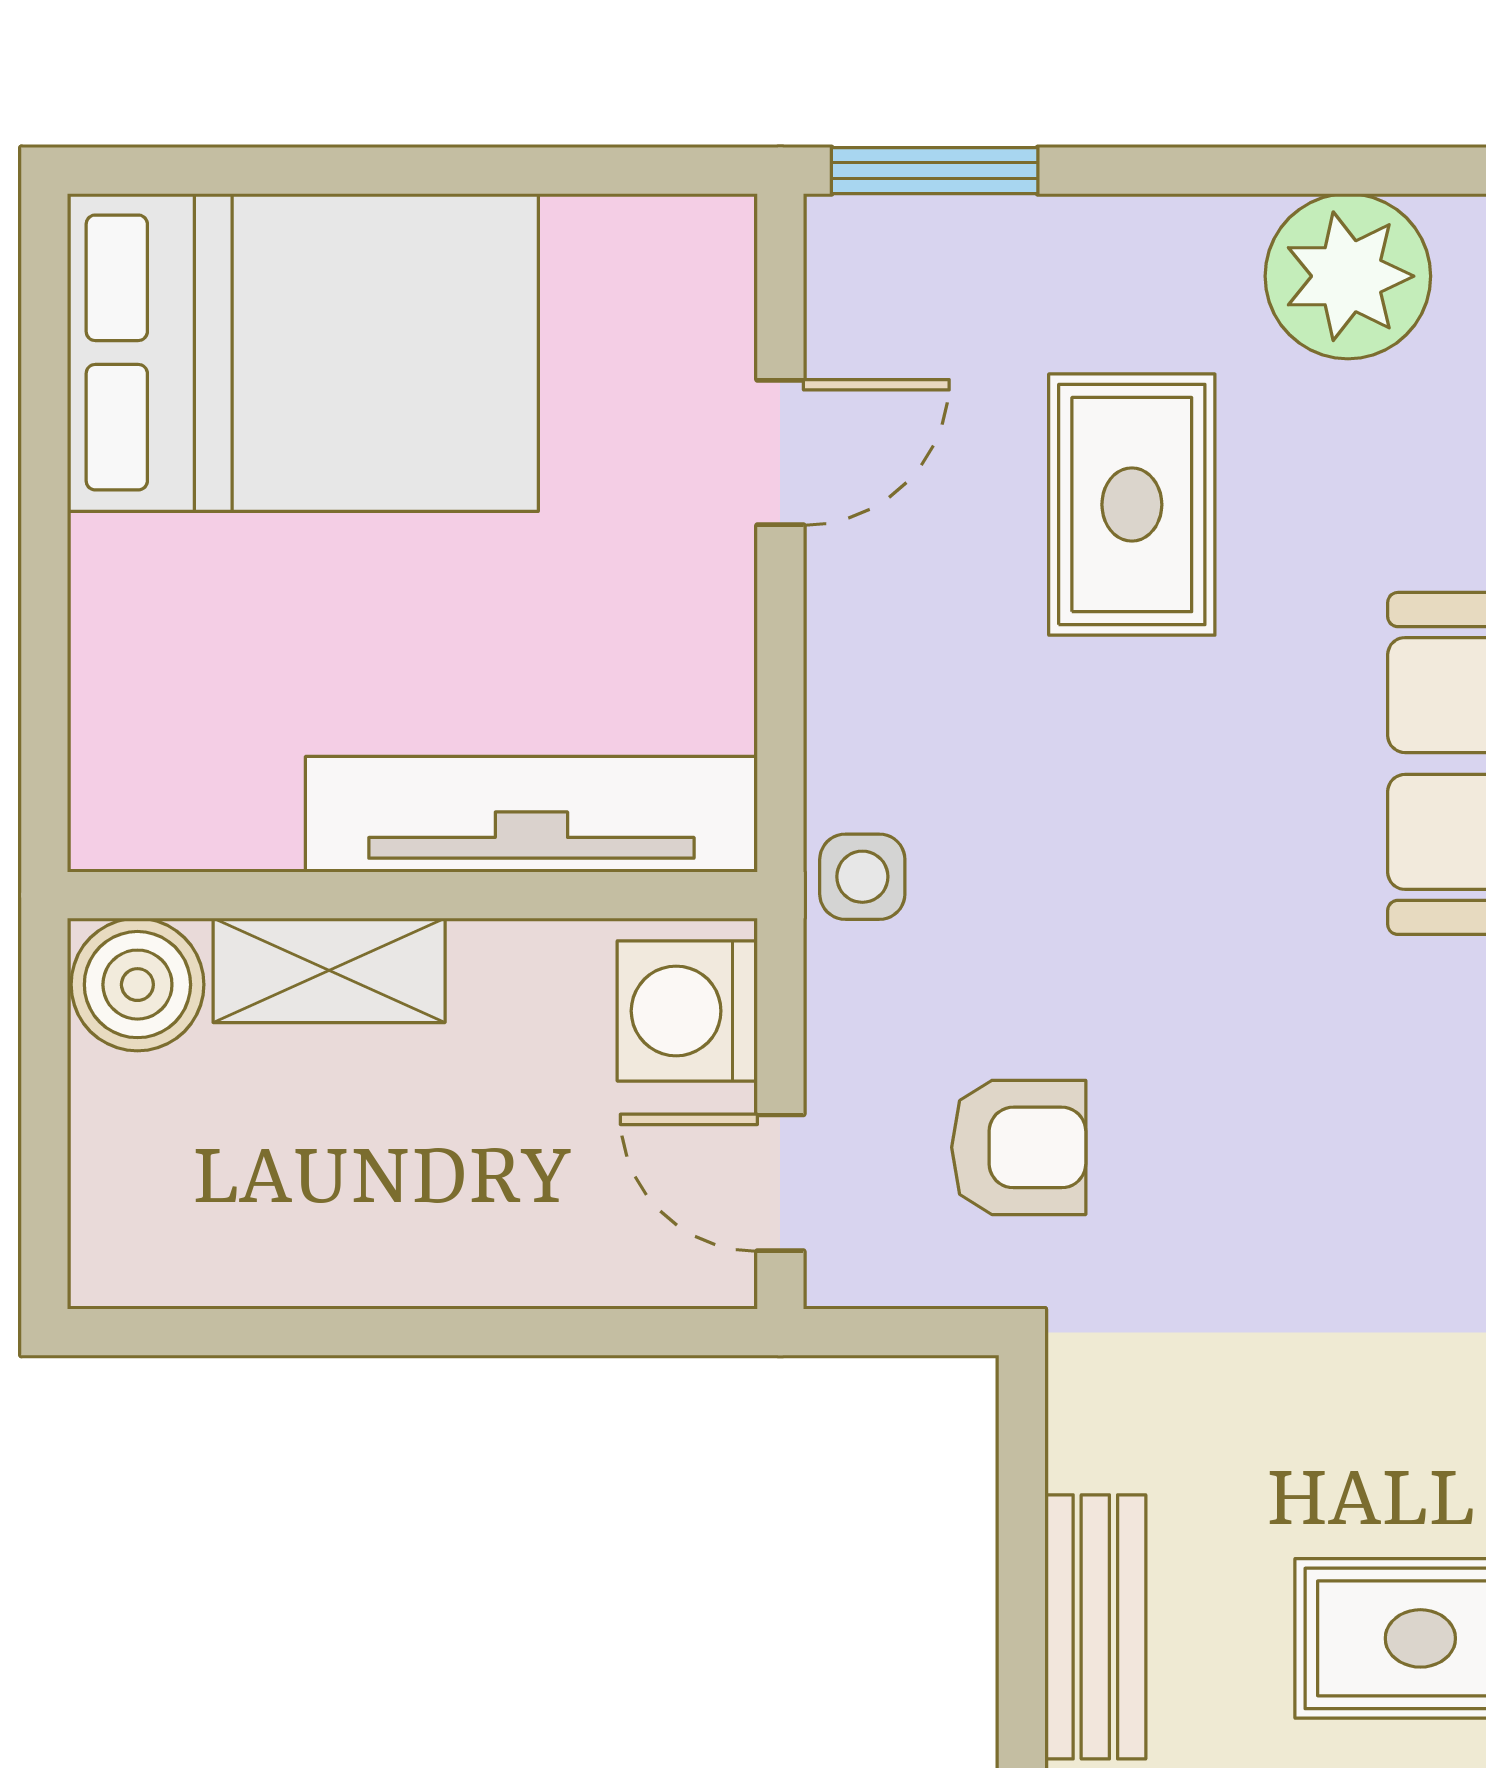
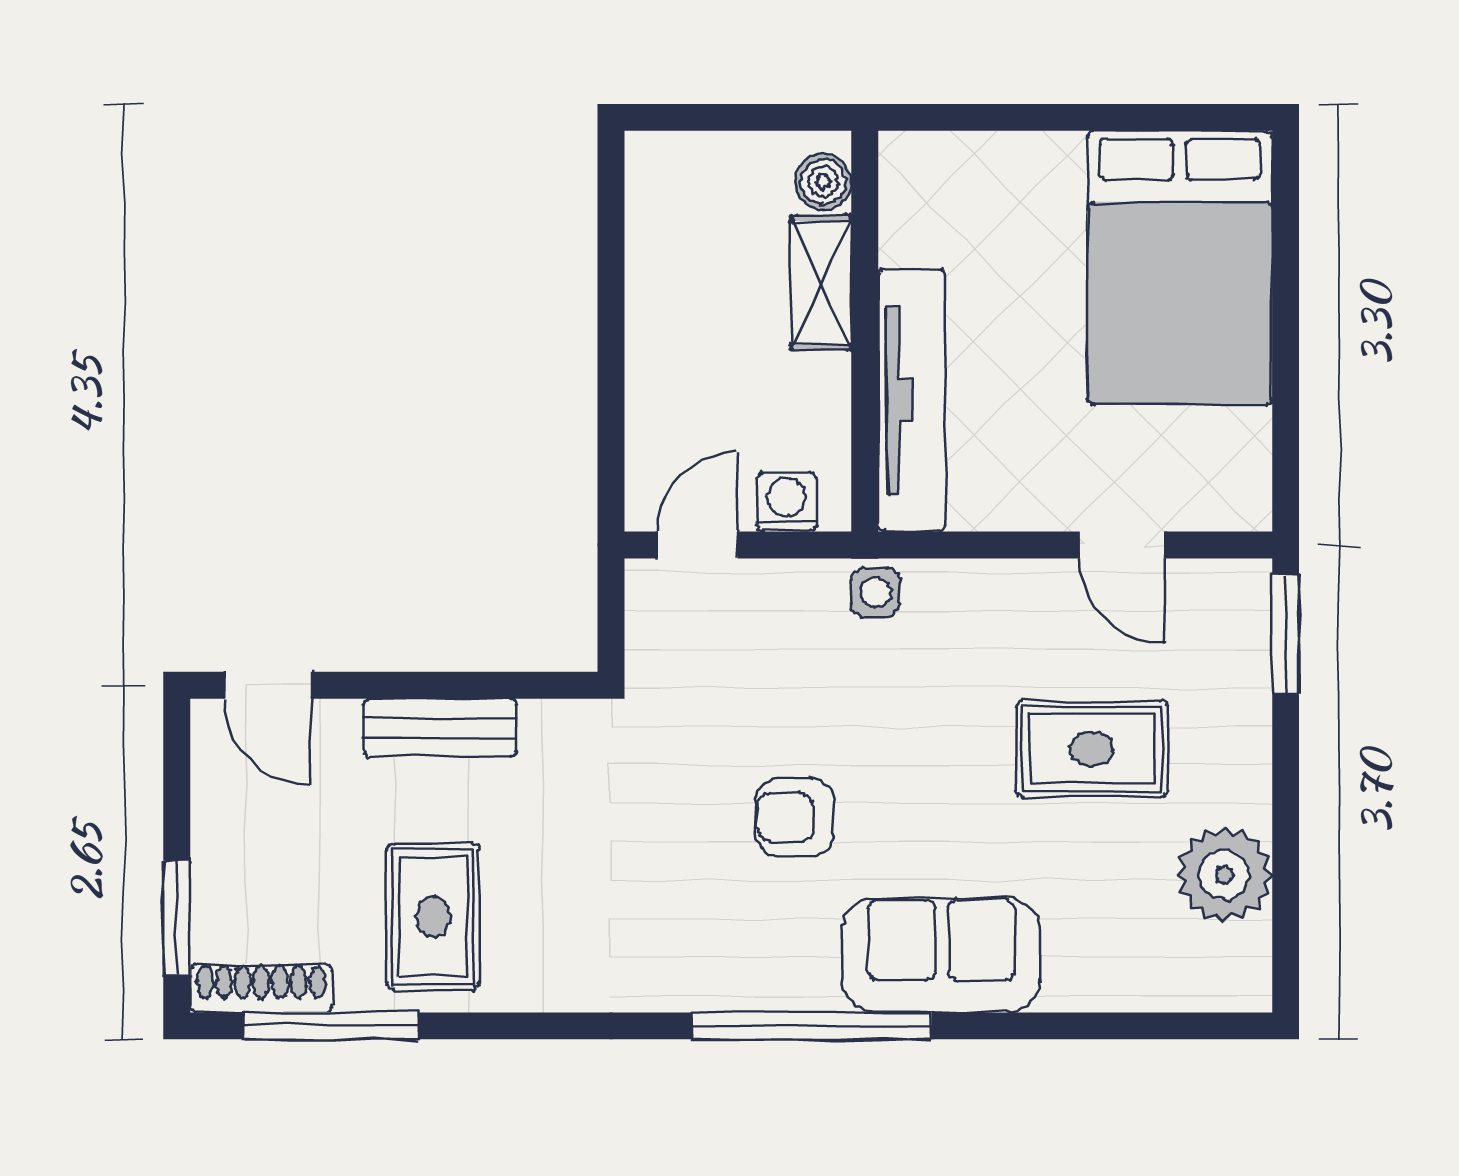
boiler: (137, 985) -> (823, 182), width x0.73, depth x0.73
washing machine: (687, 1011) -> (786, 502), width x0.73, depth x0.73
armchair: (1019, 1147) -> (795, 817), moved, turned 90

